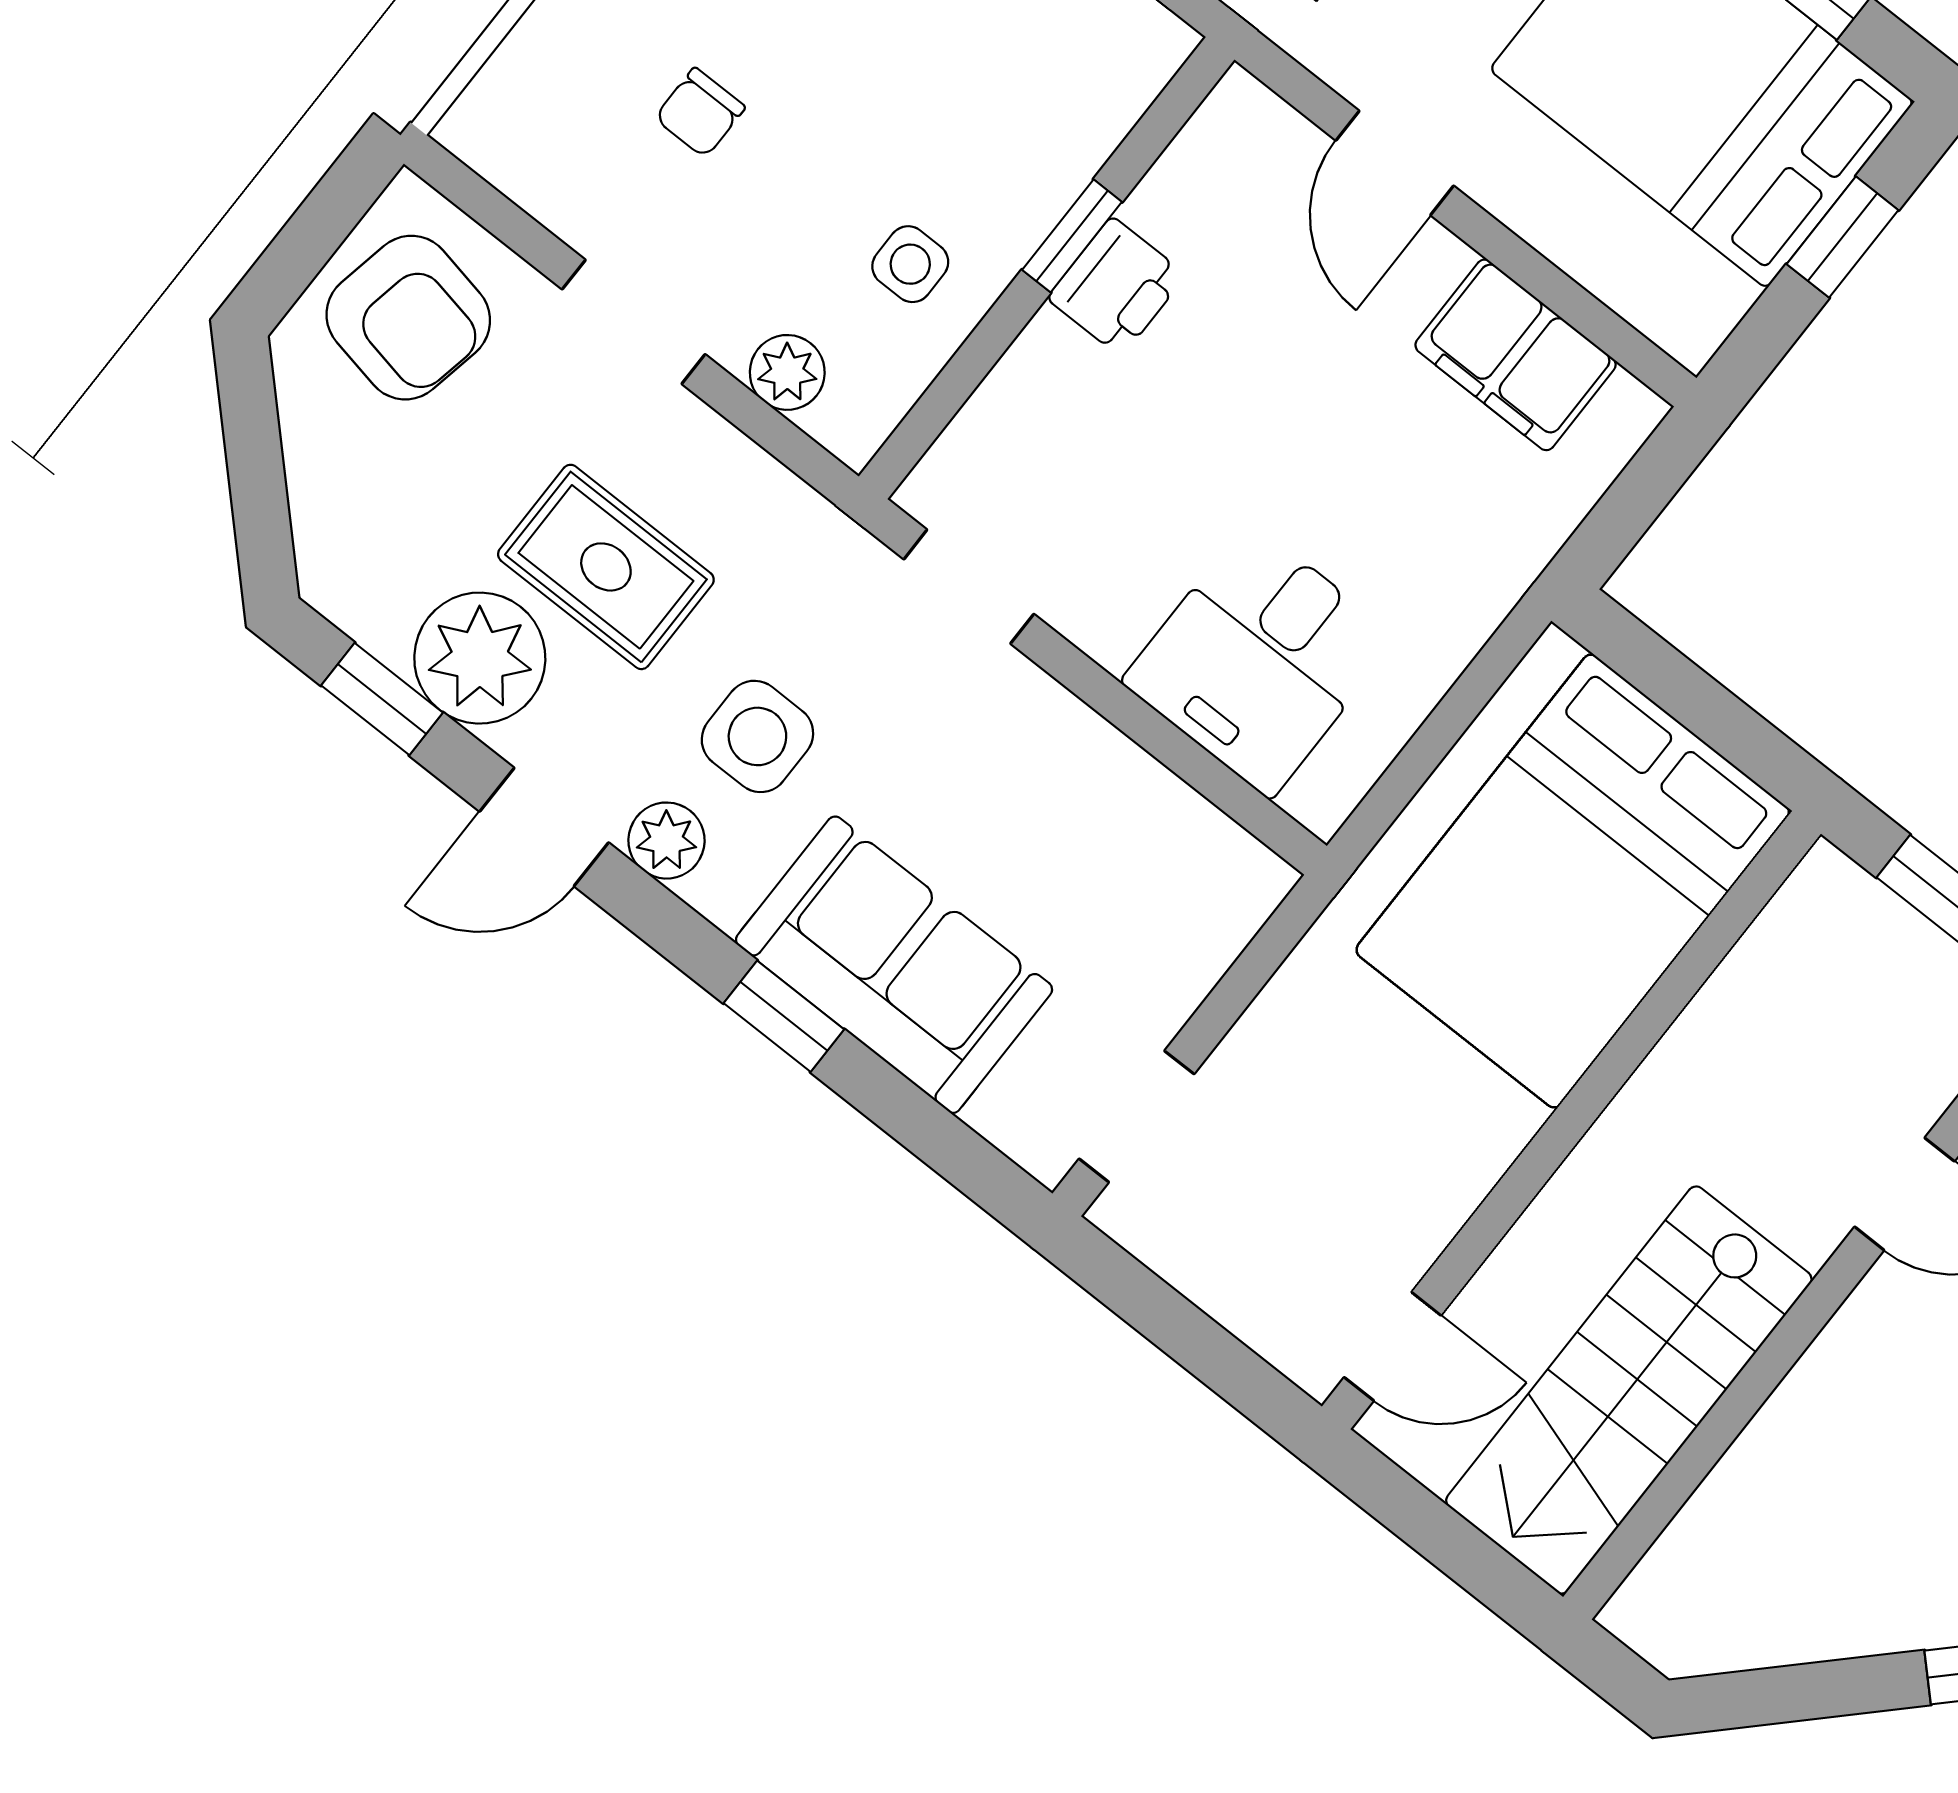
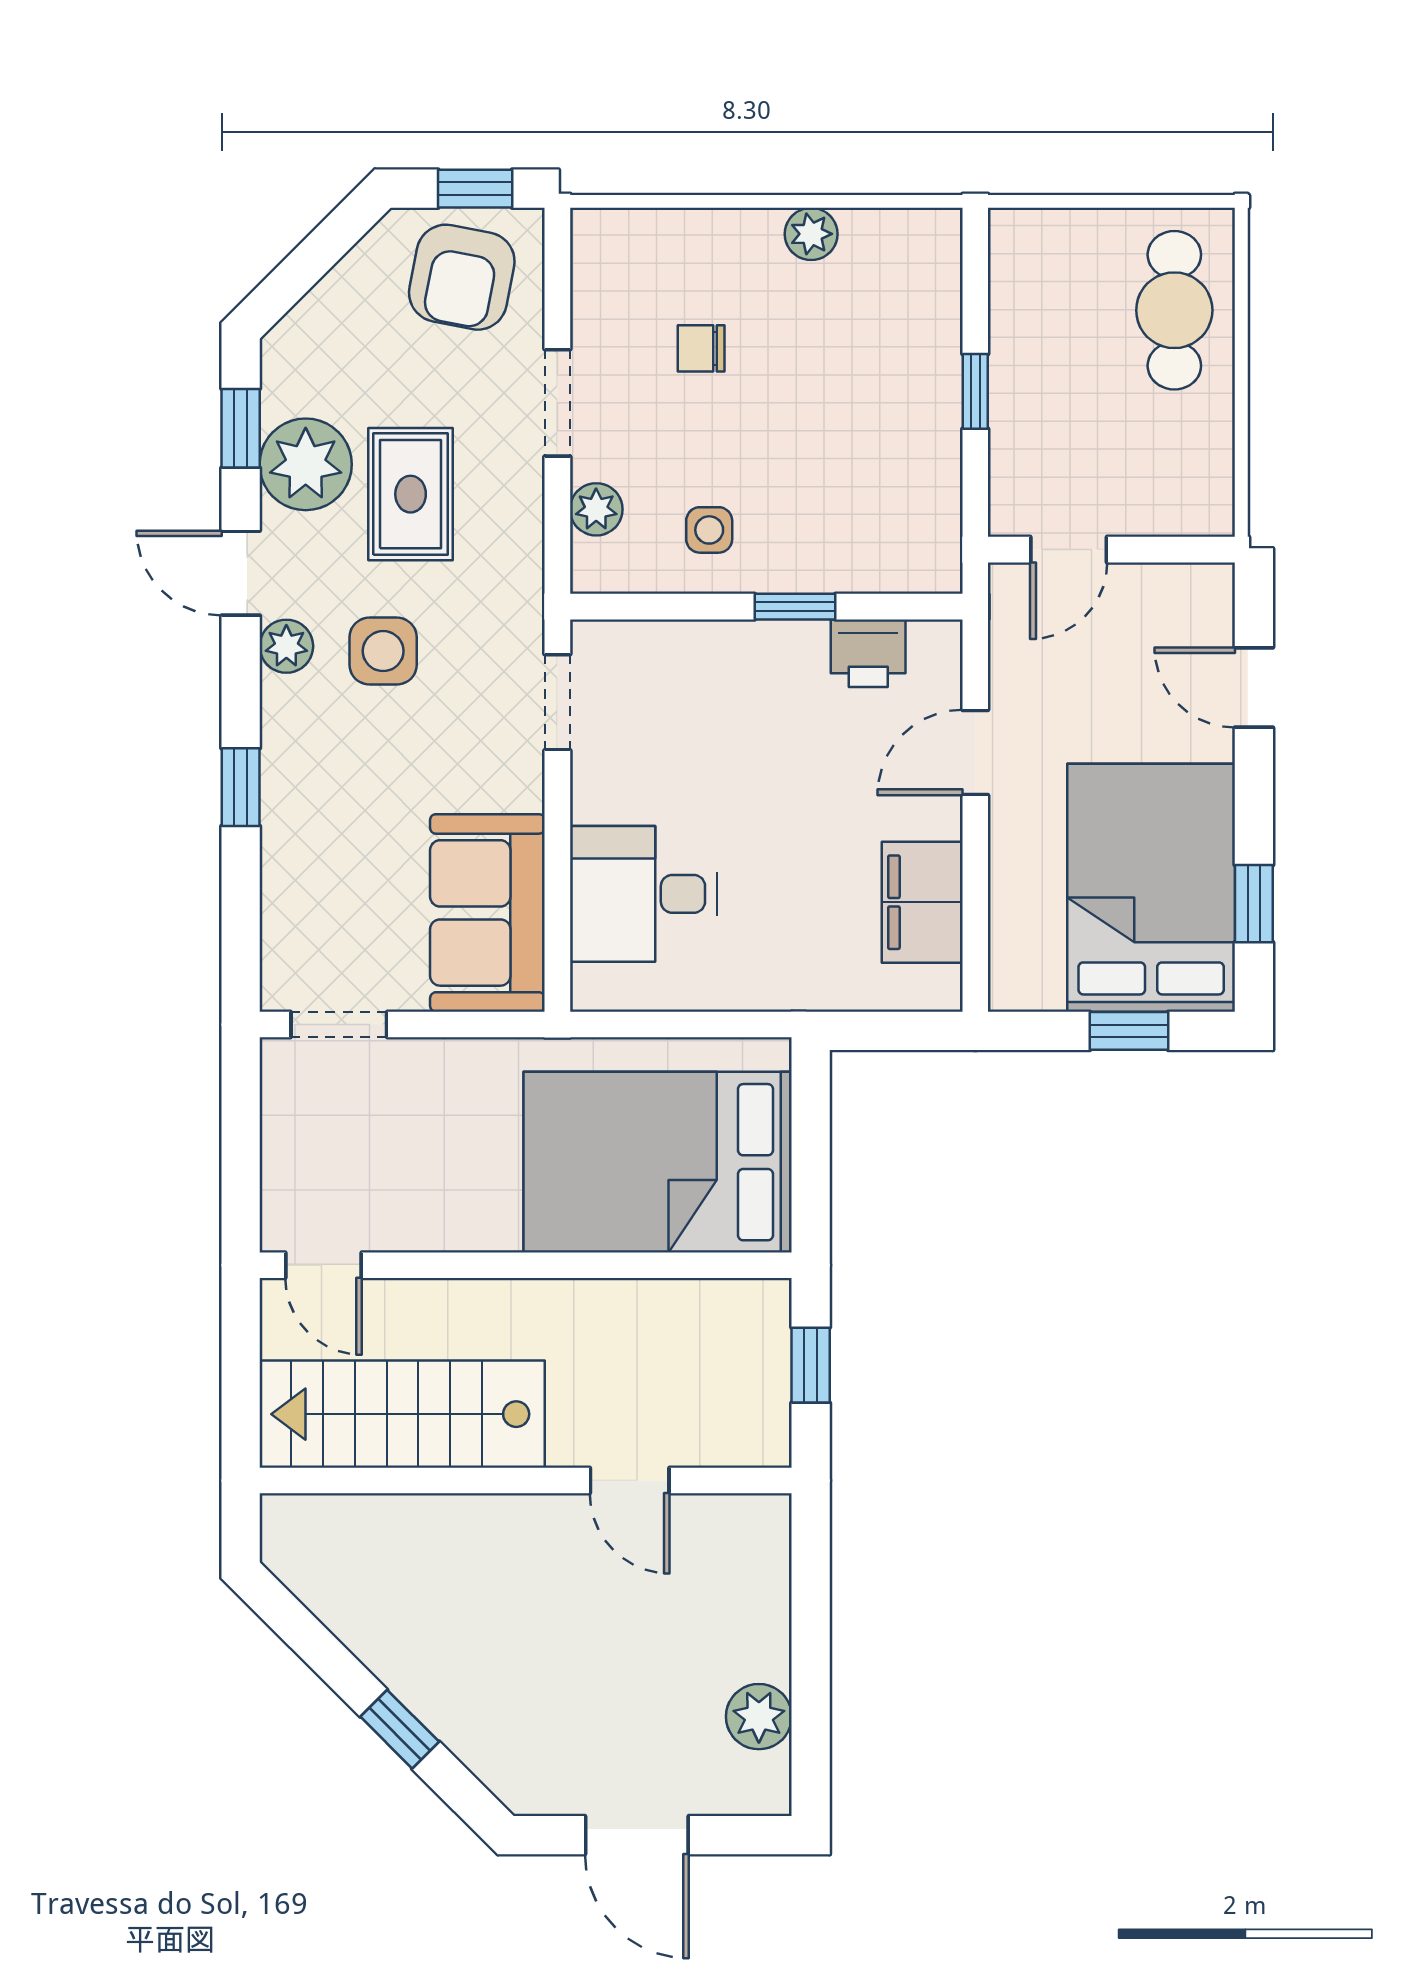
window: (321, 224) -> (475, 189), added
printer: (1117, 287) -> (868, 653), moved
sofa: (894, 965) -> (487, 913), moved, turned 180

